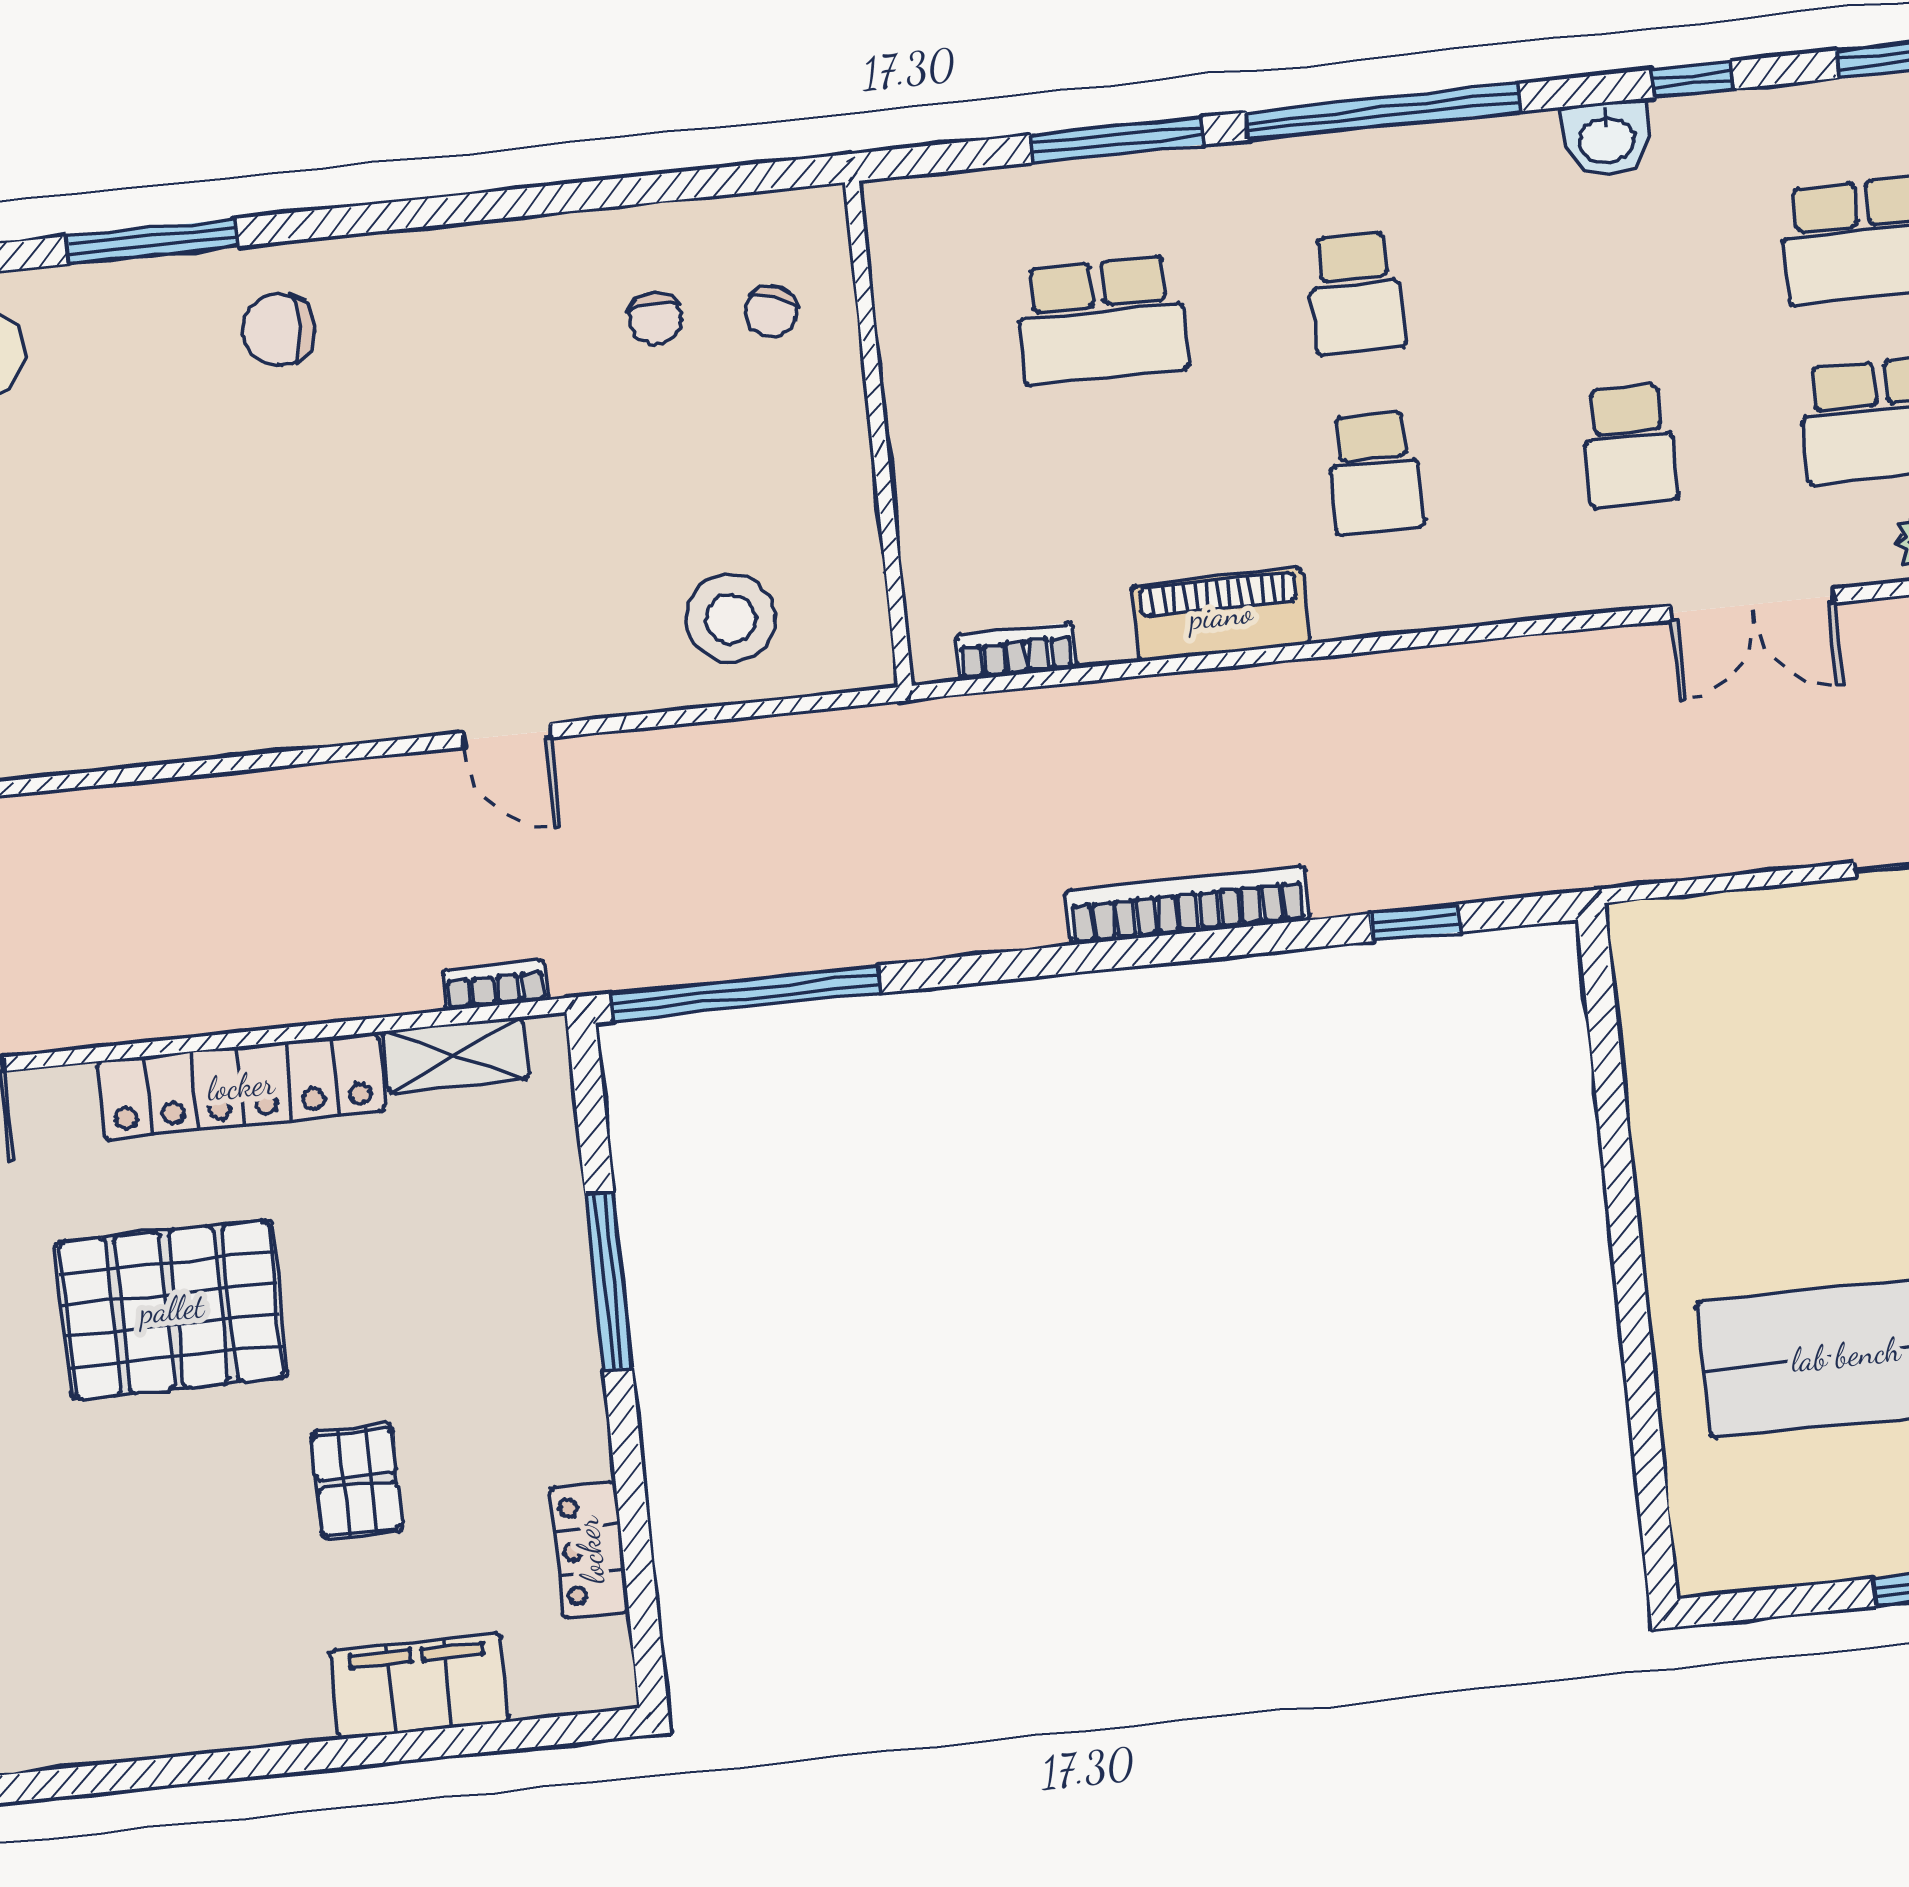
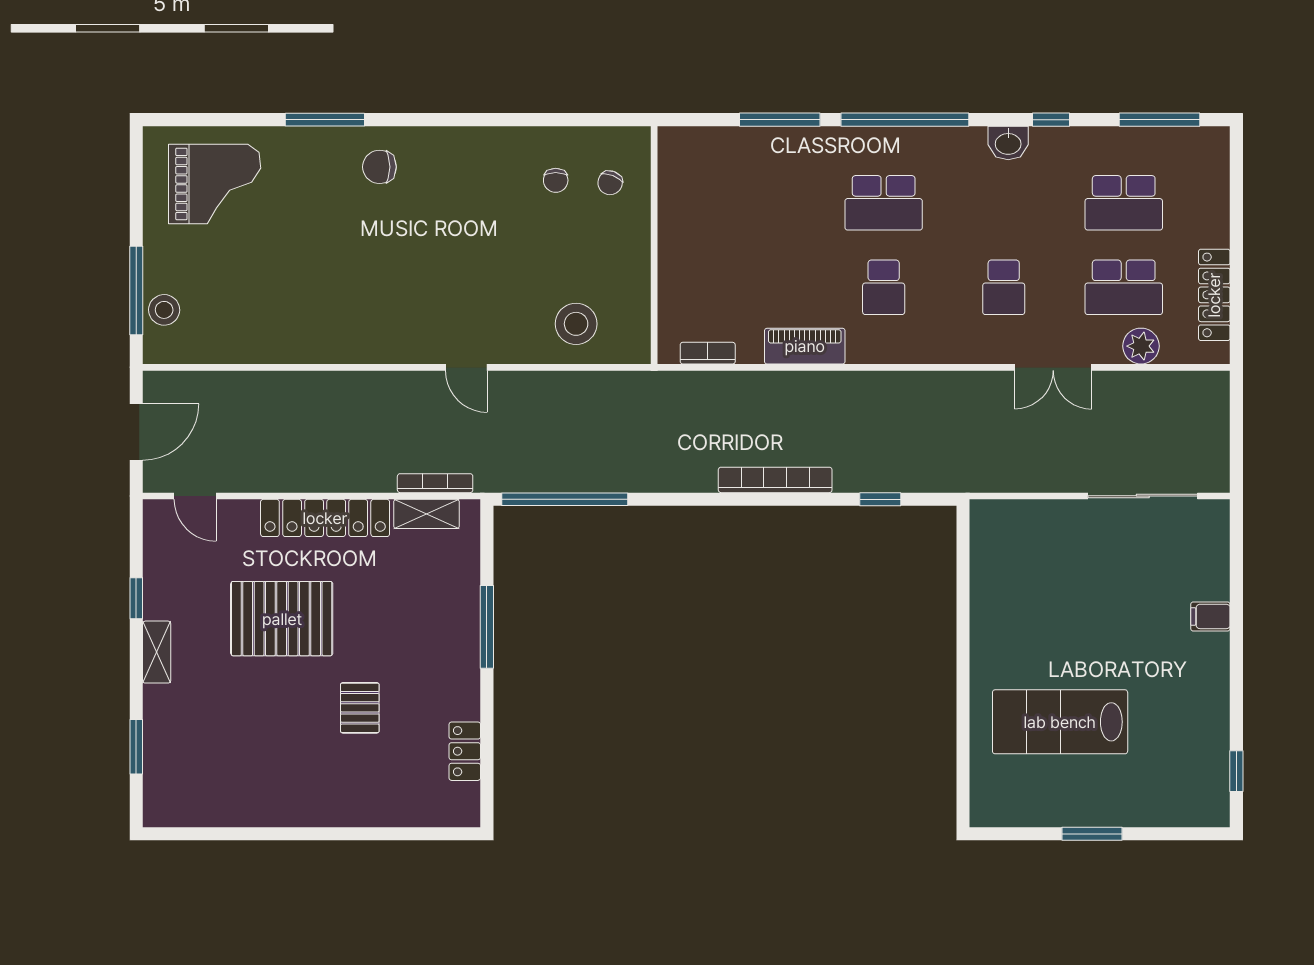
school desk: (1356, 293) -> (884, 203), width x1.85
school desk: (1101, 320) -> (764, 203), removed
bookcase: (495, 985) -> (435, 483), width x1.56
filing cabinet: (420, 1686) -> (379, 806), removed

